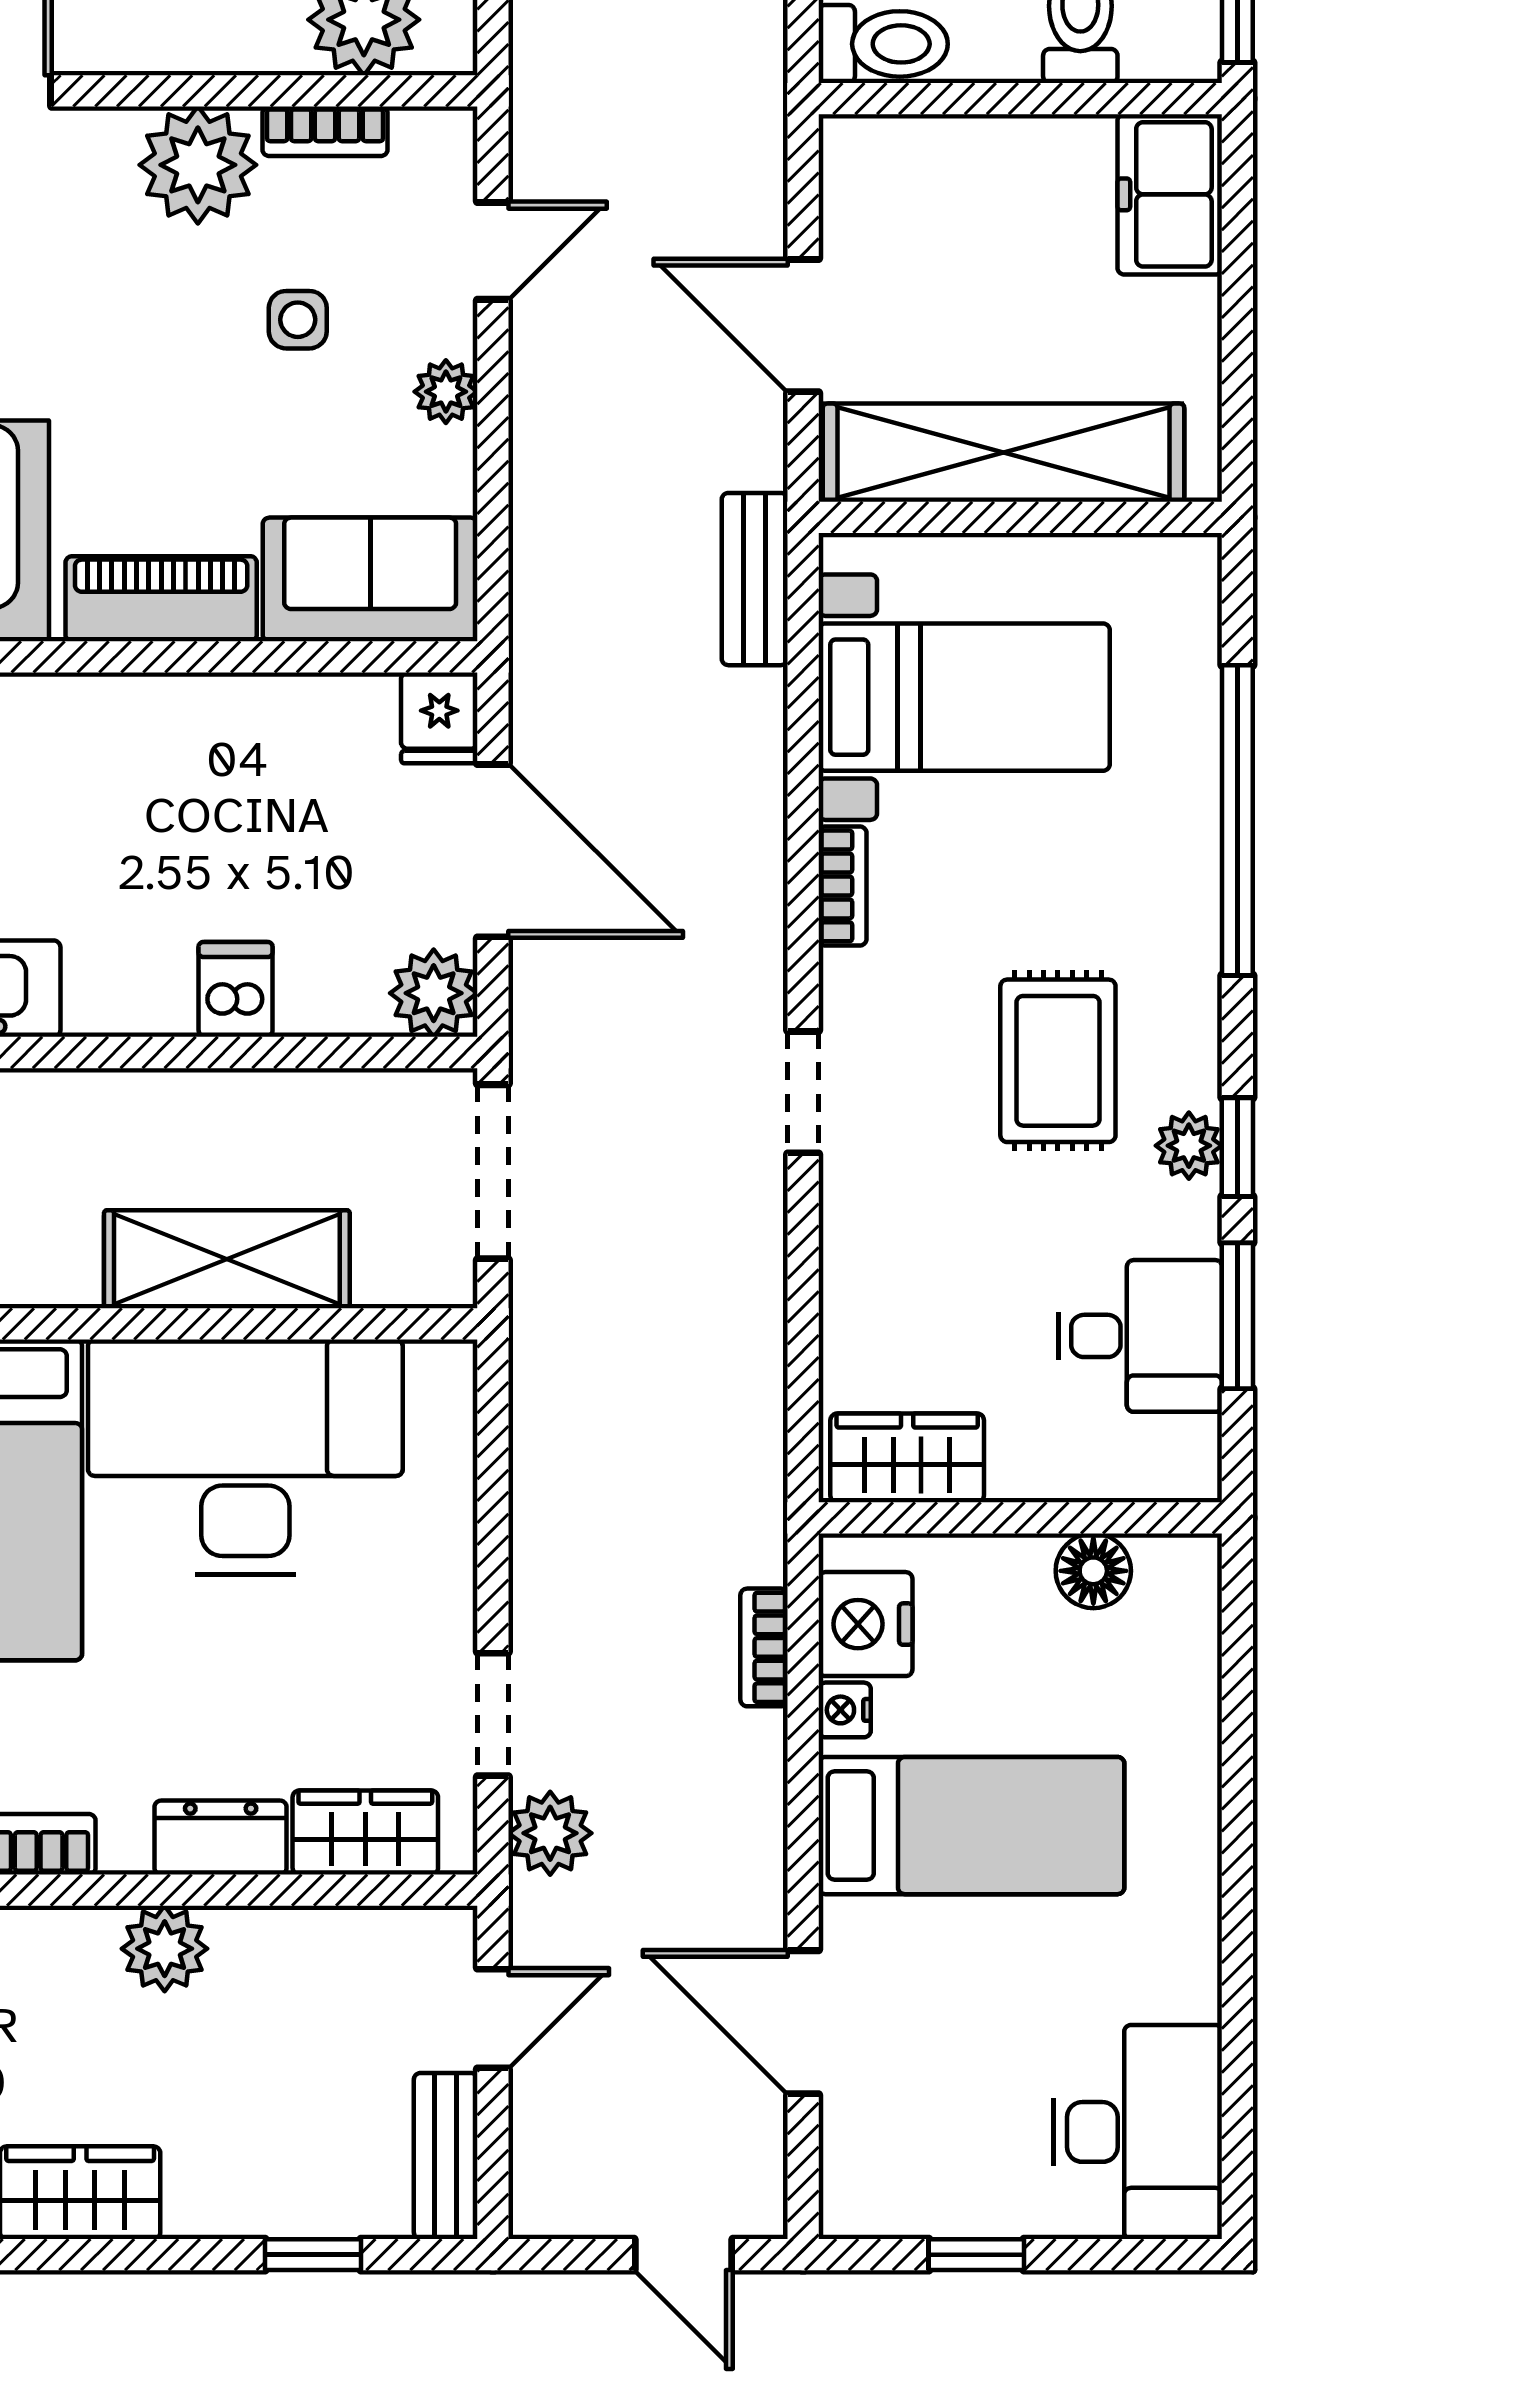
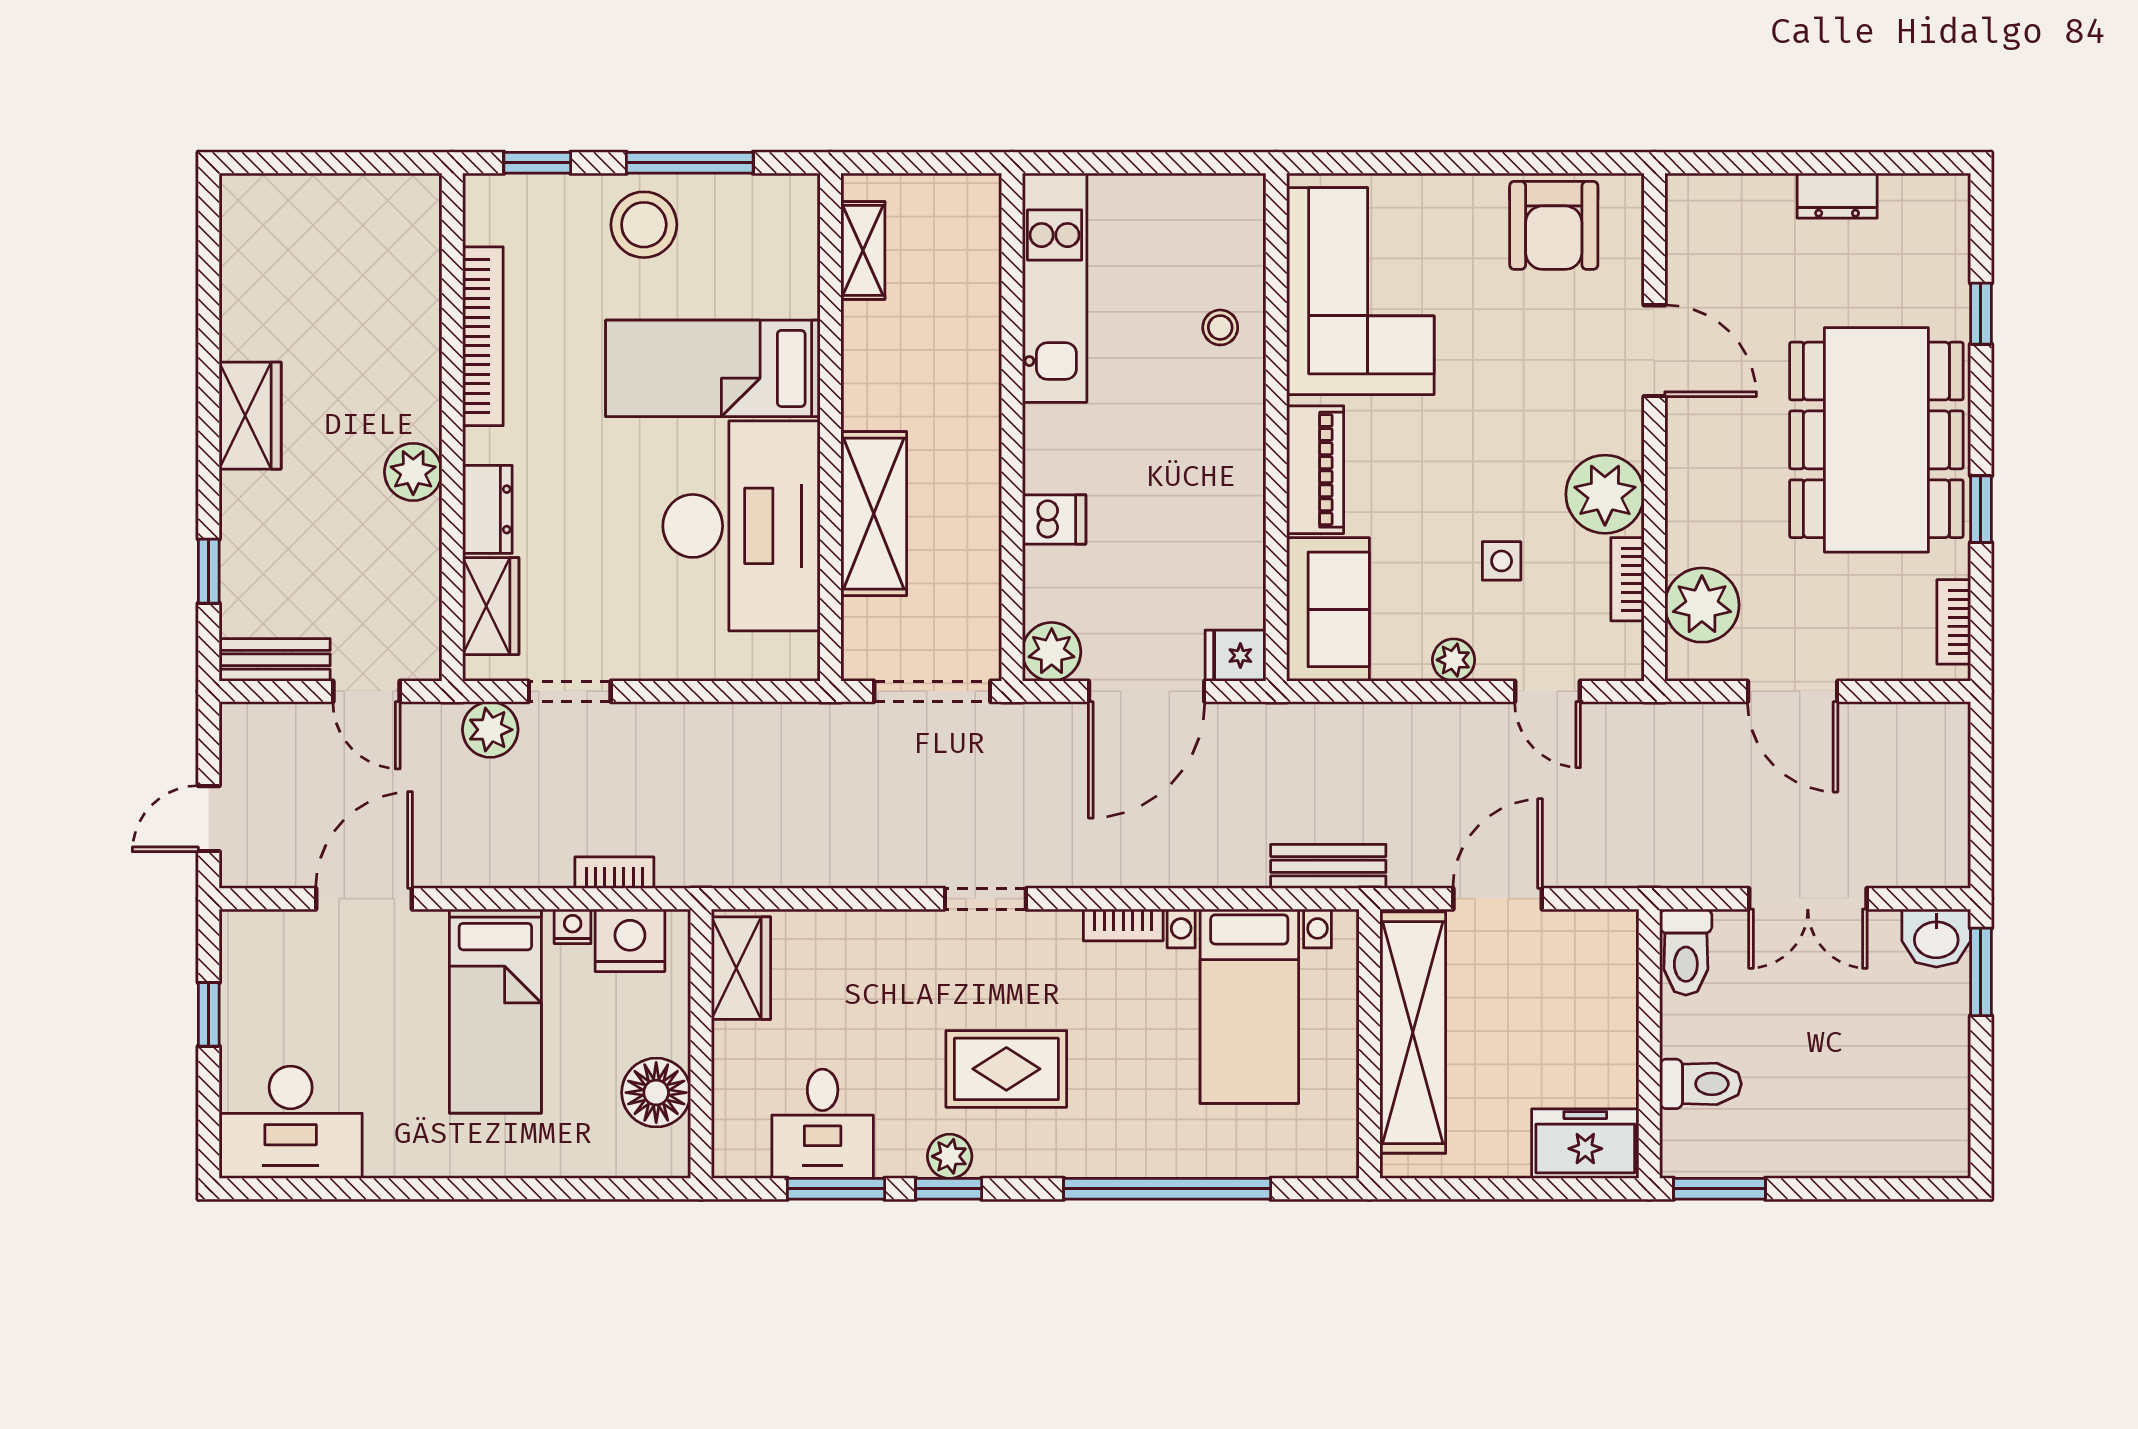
floor lamp: (1093, 1571) -> (656, 1093), width x1.38, depth x1.38

